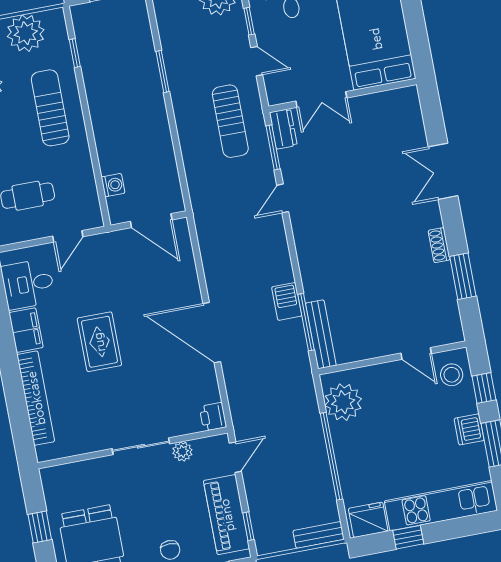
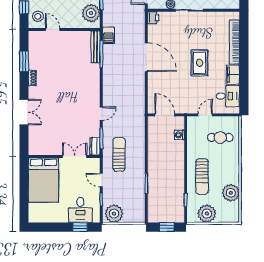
barbecue: (287, 301) -> (109, 35), moved

